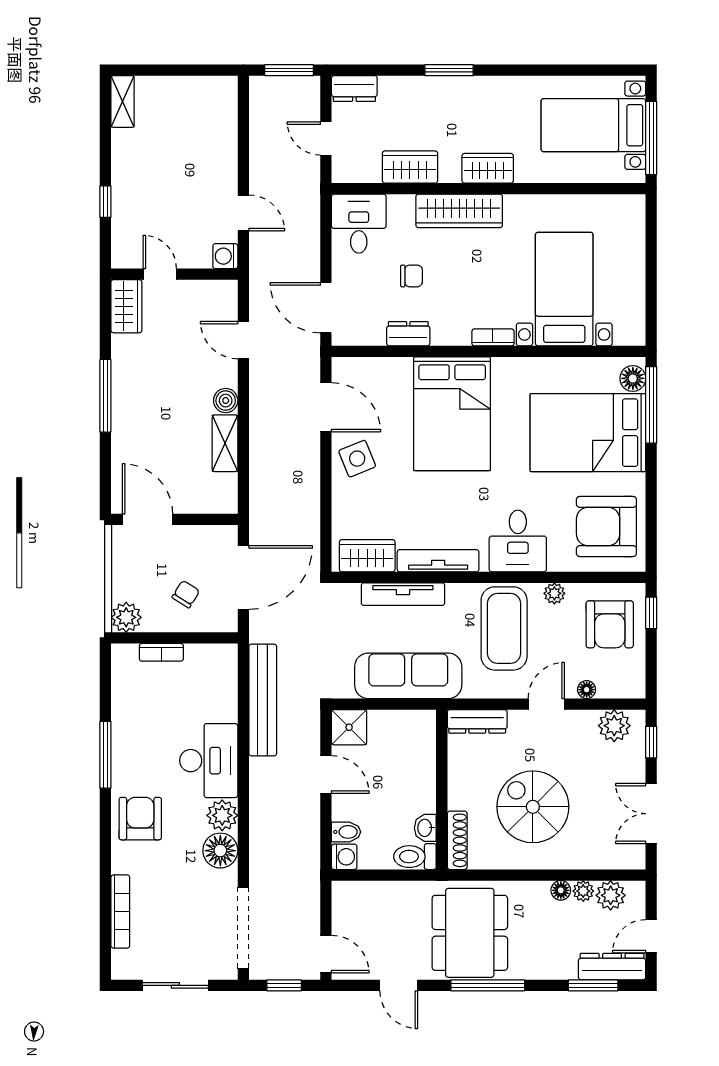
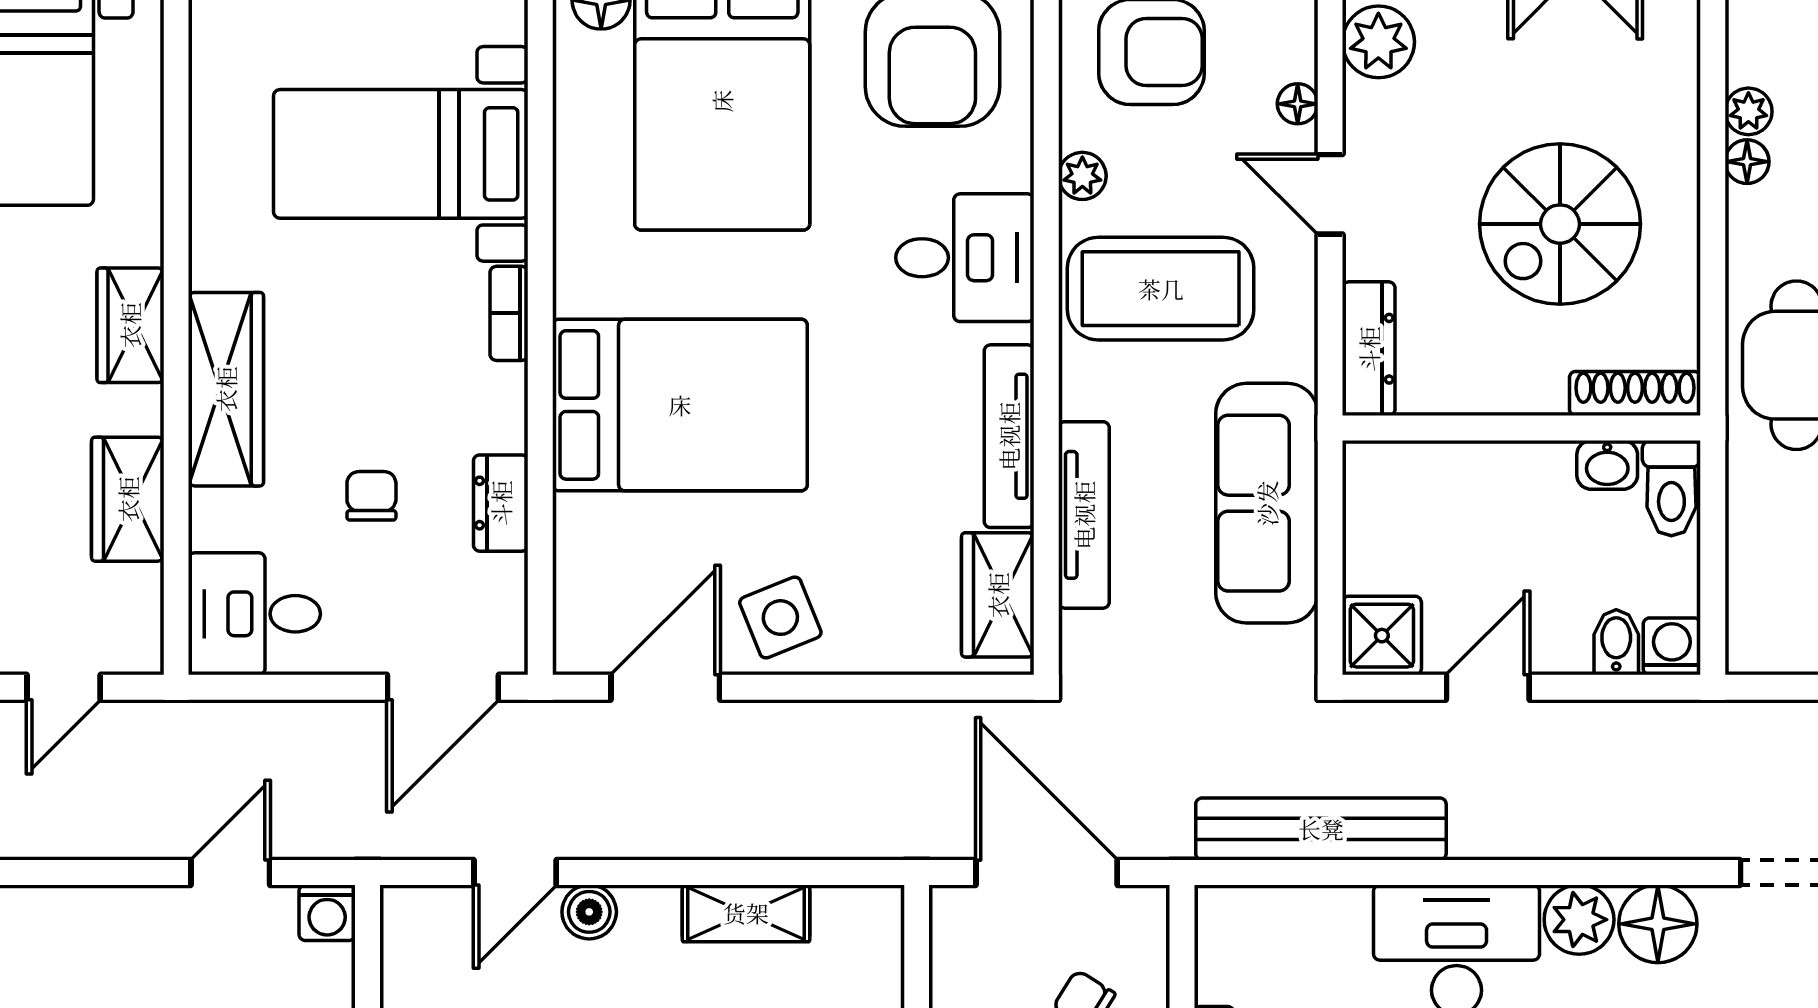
boiler: (226, 401) -> (589, 912), moved
plant: (611, 895) -> (1758, 50), removed

